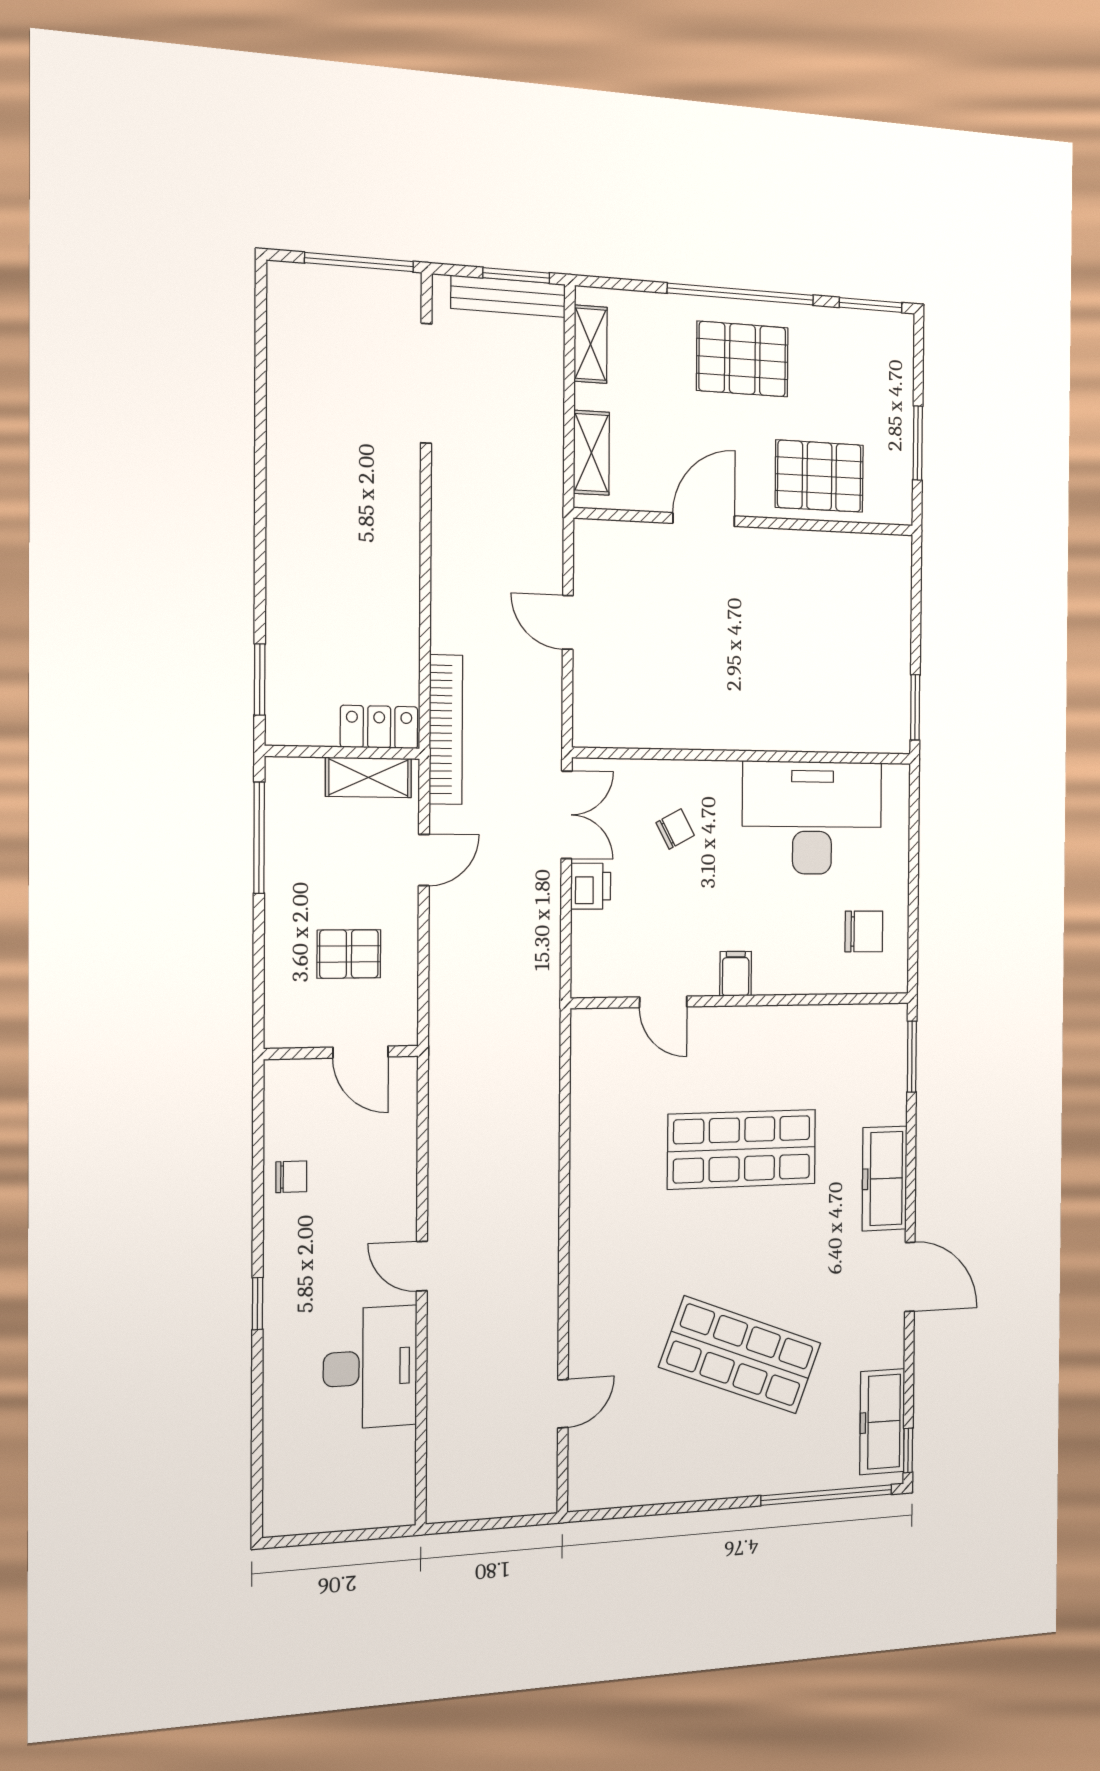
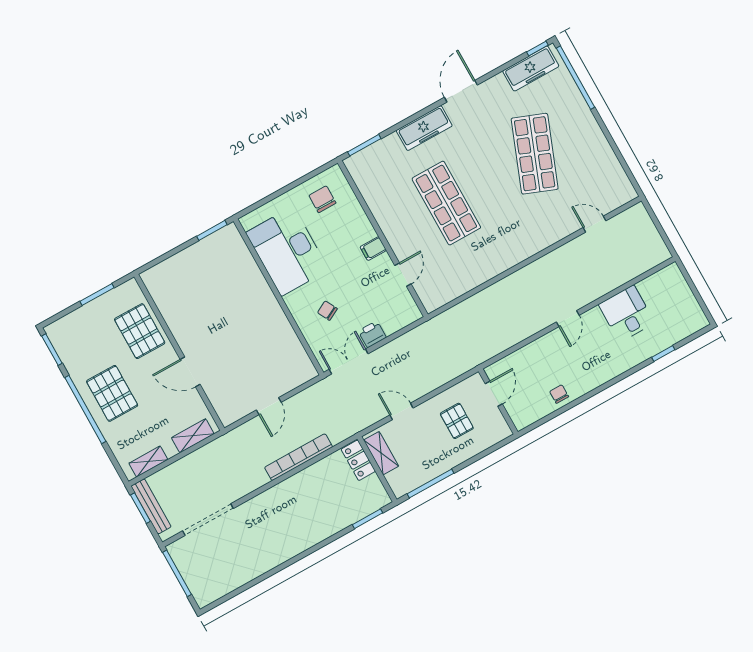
bookcase: (446, 730) -> (299, 457), moved
window: (258, 1304) -> (663, 353), moved
desk: (370, 1367) -> (627, 314), width x0.73

